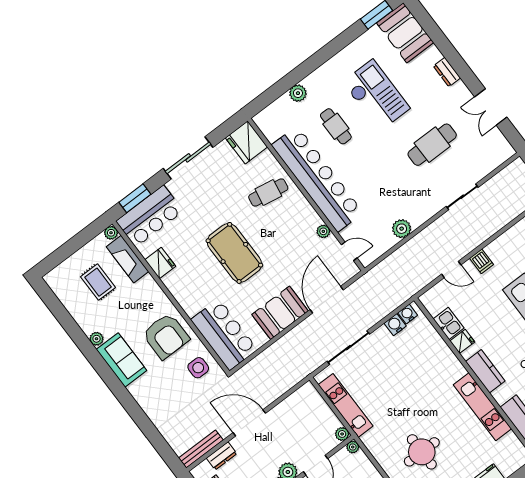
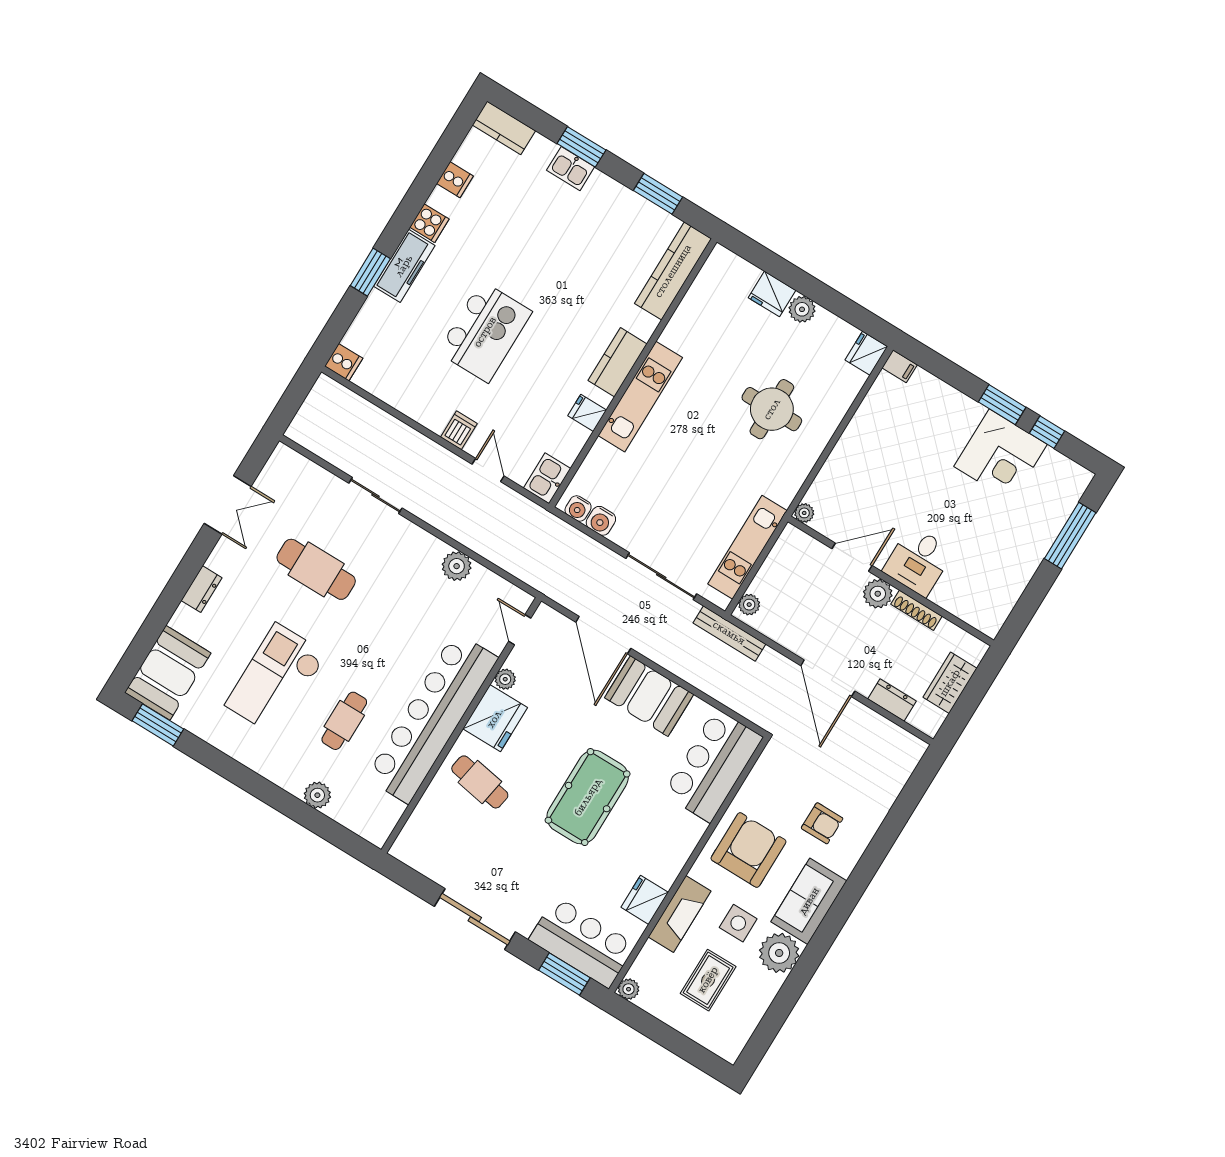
fridge: (246, 142) -> (495, 718), moved
fireplace: (128, 259) -> (680, 914), moved
door: (327, 300) -> (603, 635), hinge flipped
kitchen sink: (449, 323) -> (547, 478), moved
plant: (97, 339) -> (779, 953), width x1.88, depth x1.88
side table: (198, 368) -> (738, 923), moved
armchair: (165, 386) -> (822, 823), added
kitchen unit: (482, 407) -> (640, 397), moved
plant: (342, 434) -> (749, 605), moved
bench: (201, 449) -> (729, 633), moved

